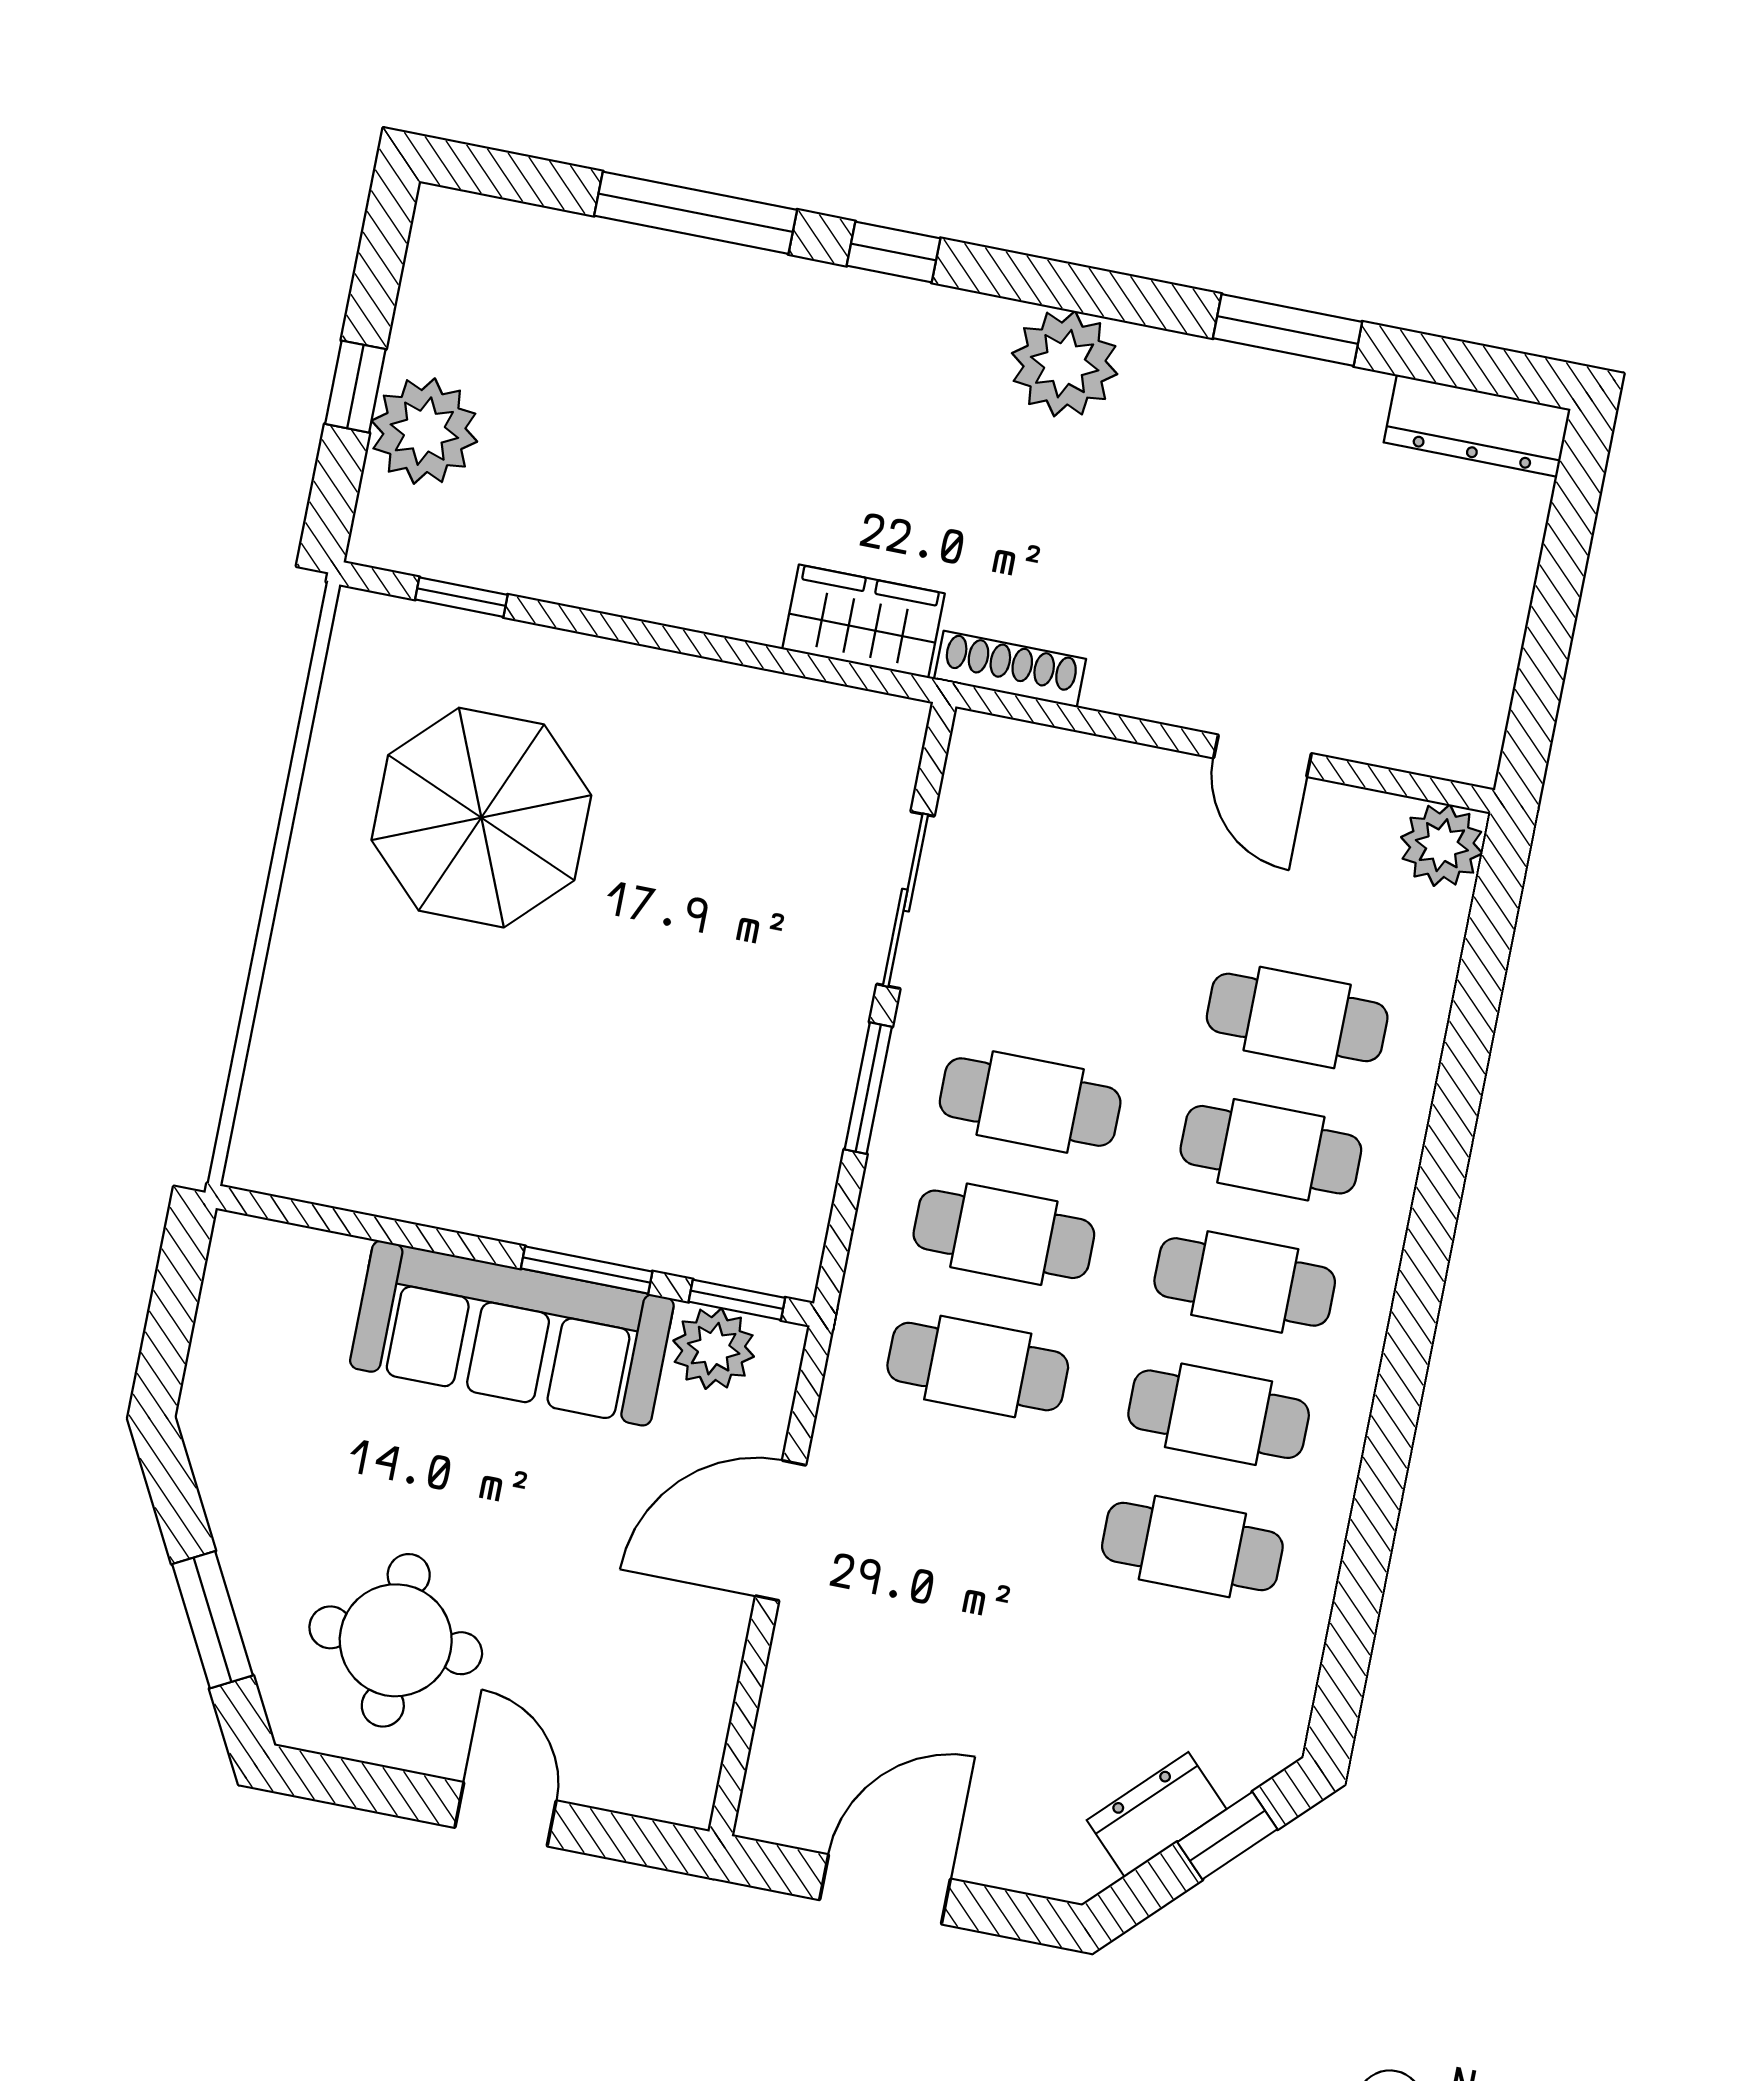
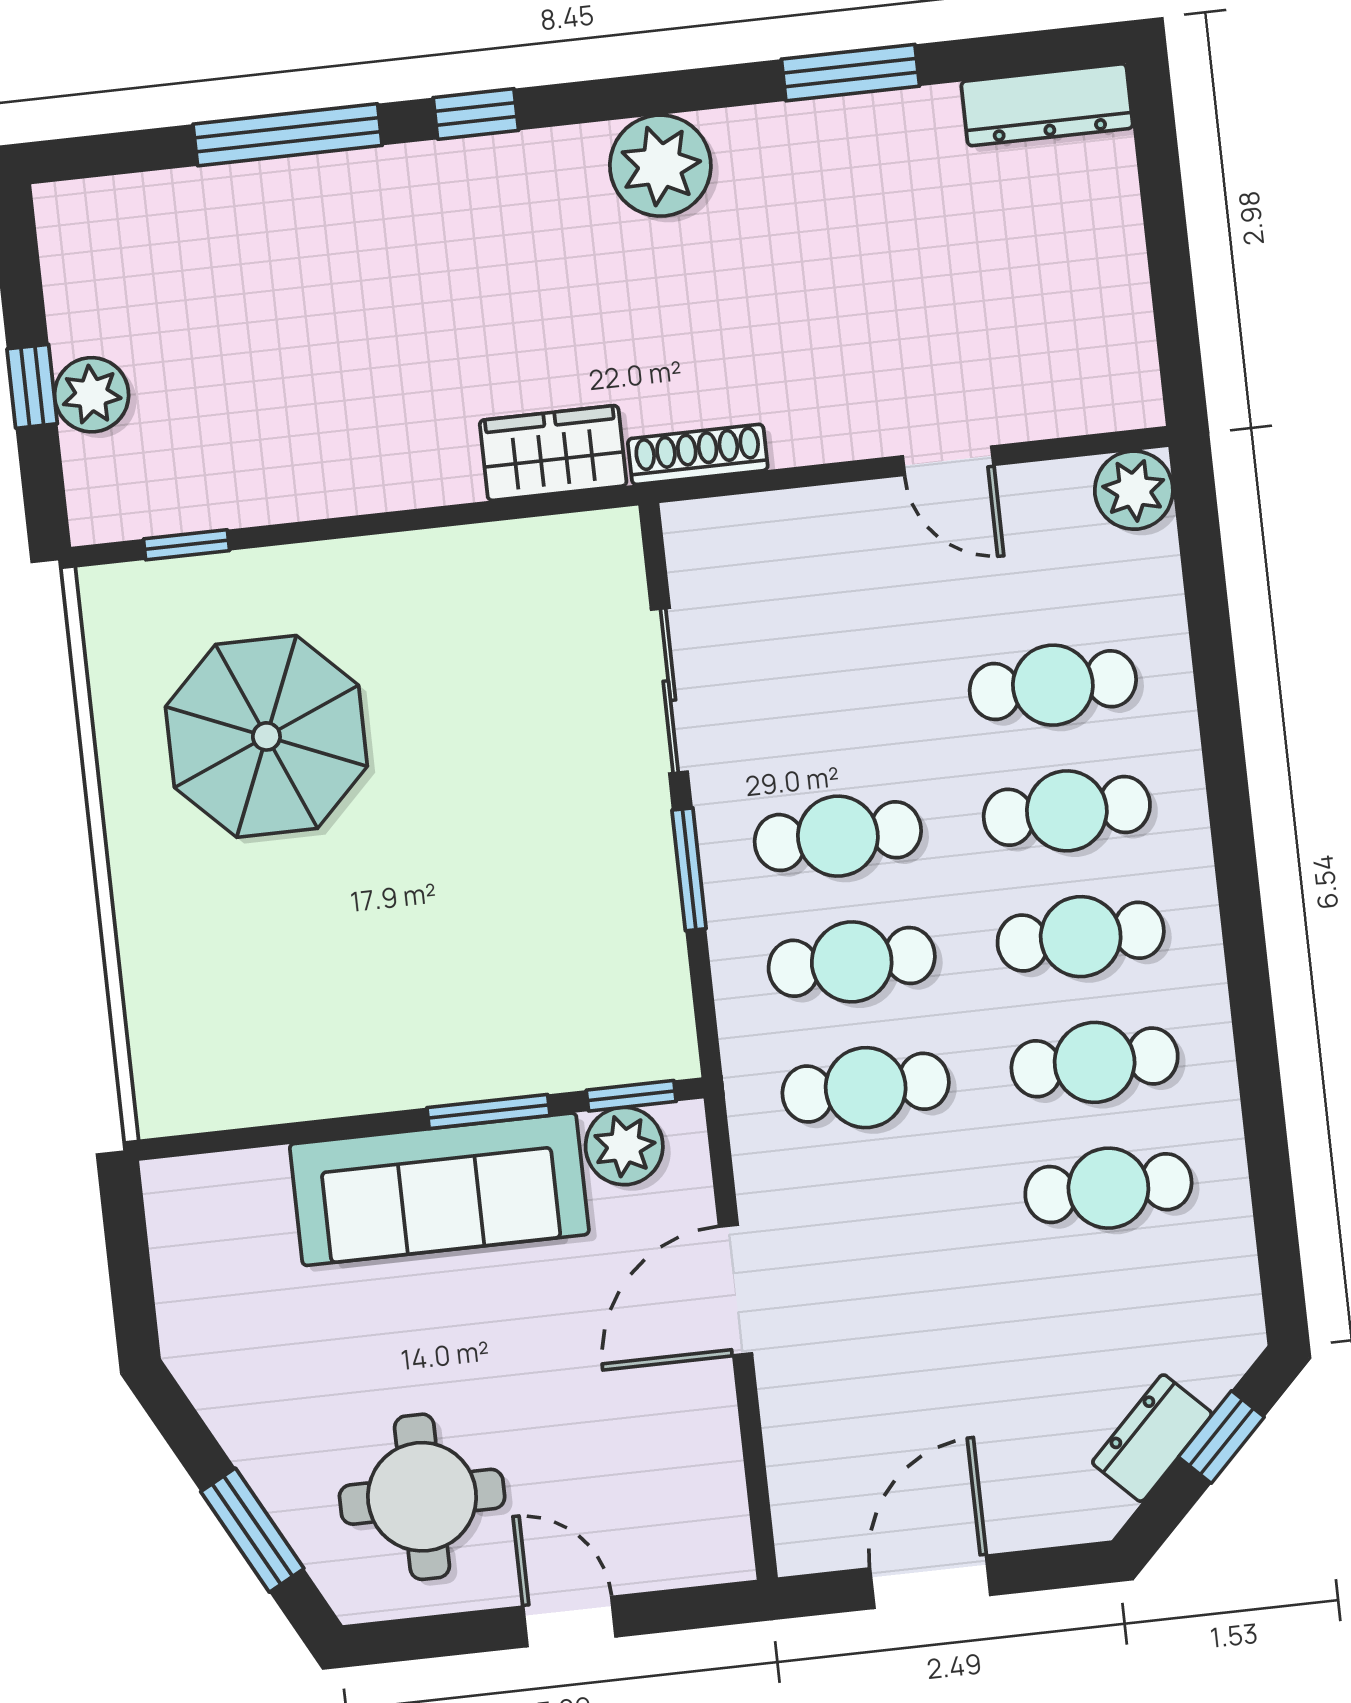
plant: (424, 431) -> (92, 395), width x0.73, depth x0.73

